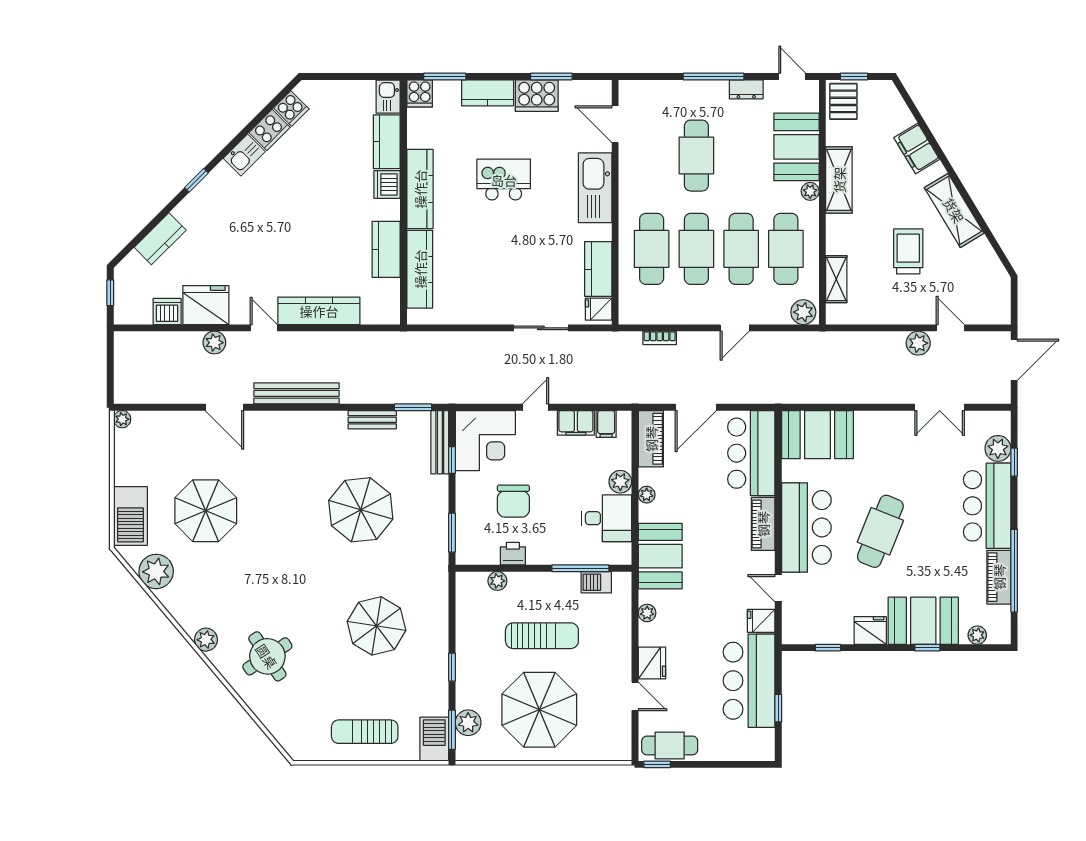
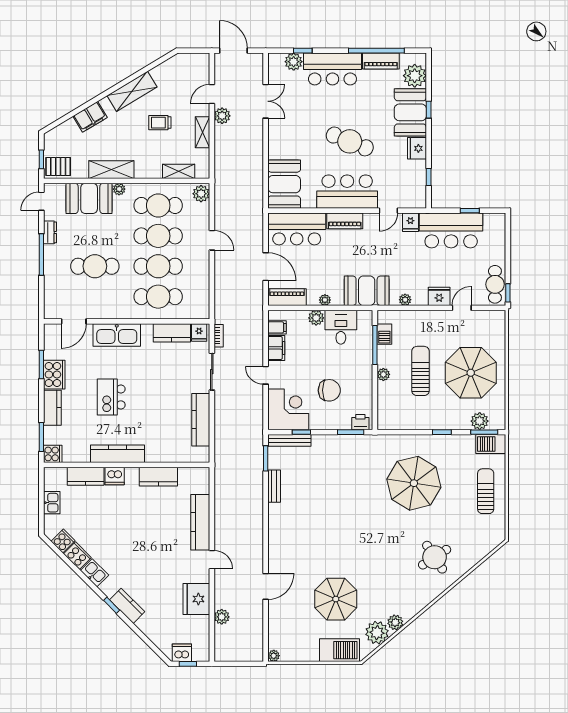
kitchen sink: (388, 97) -> (52, 503), moved, turned -90
kitchen counter: (160, 239) -> (127, 606), moved
trolley: (908, 251) -> (160, 123), width x0.73, depth x0.72
kitchen counter: (420, 269) -> (201, 420), moved, turned -90
dishwasher: (167, 311) -> (182, 653), moved, turned 90
shelving: (894, 314) -> (202, 132), added
door: (264, 328) -> (212, 560), swing flipped
bookcase: (660, 338) -> (219, 336), moved
plant: (214, 343) -> (222, 617), moved
bench: (296, 393) -> (256, 537), removed
parasol: (361, 510) -> (335, 494), removed
printer: (513, 554) -> (360, 422), moved, turned 90
plant: (497, 581) -> (383, 374), moved
parasol: (376, 626) -> (414, 483), width x1.36, depth x1.36
plant: (977, 635) -> (415, 76), width x1.87, depth x1.87
plant: (206, 640) -> (395, 622), moved
sun lounger: (365, 732) -> (486, 491), turned 180

